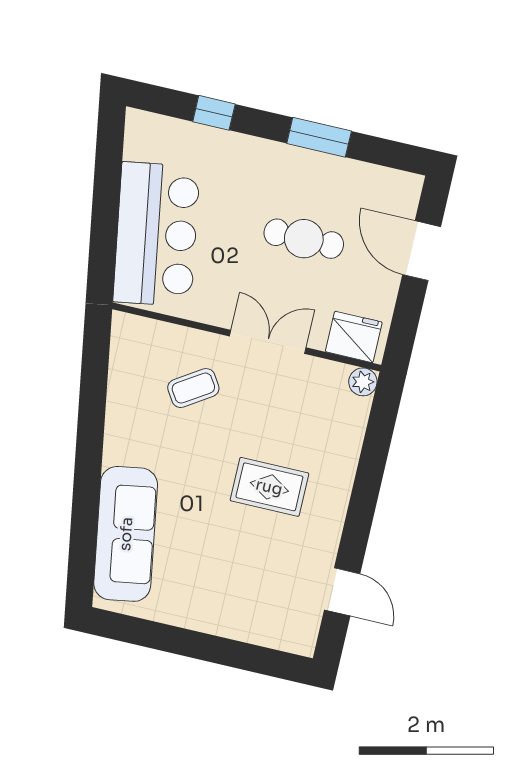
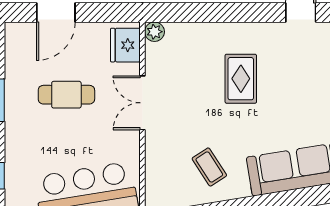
cafe table: (304, 239) -> (66, 95), turned 90
coffee table: (193, 388) -> (209, 167), moved

